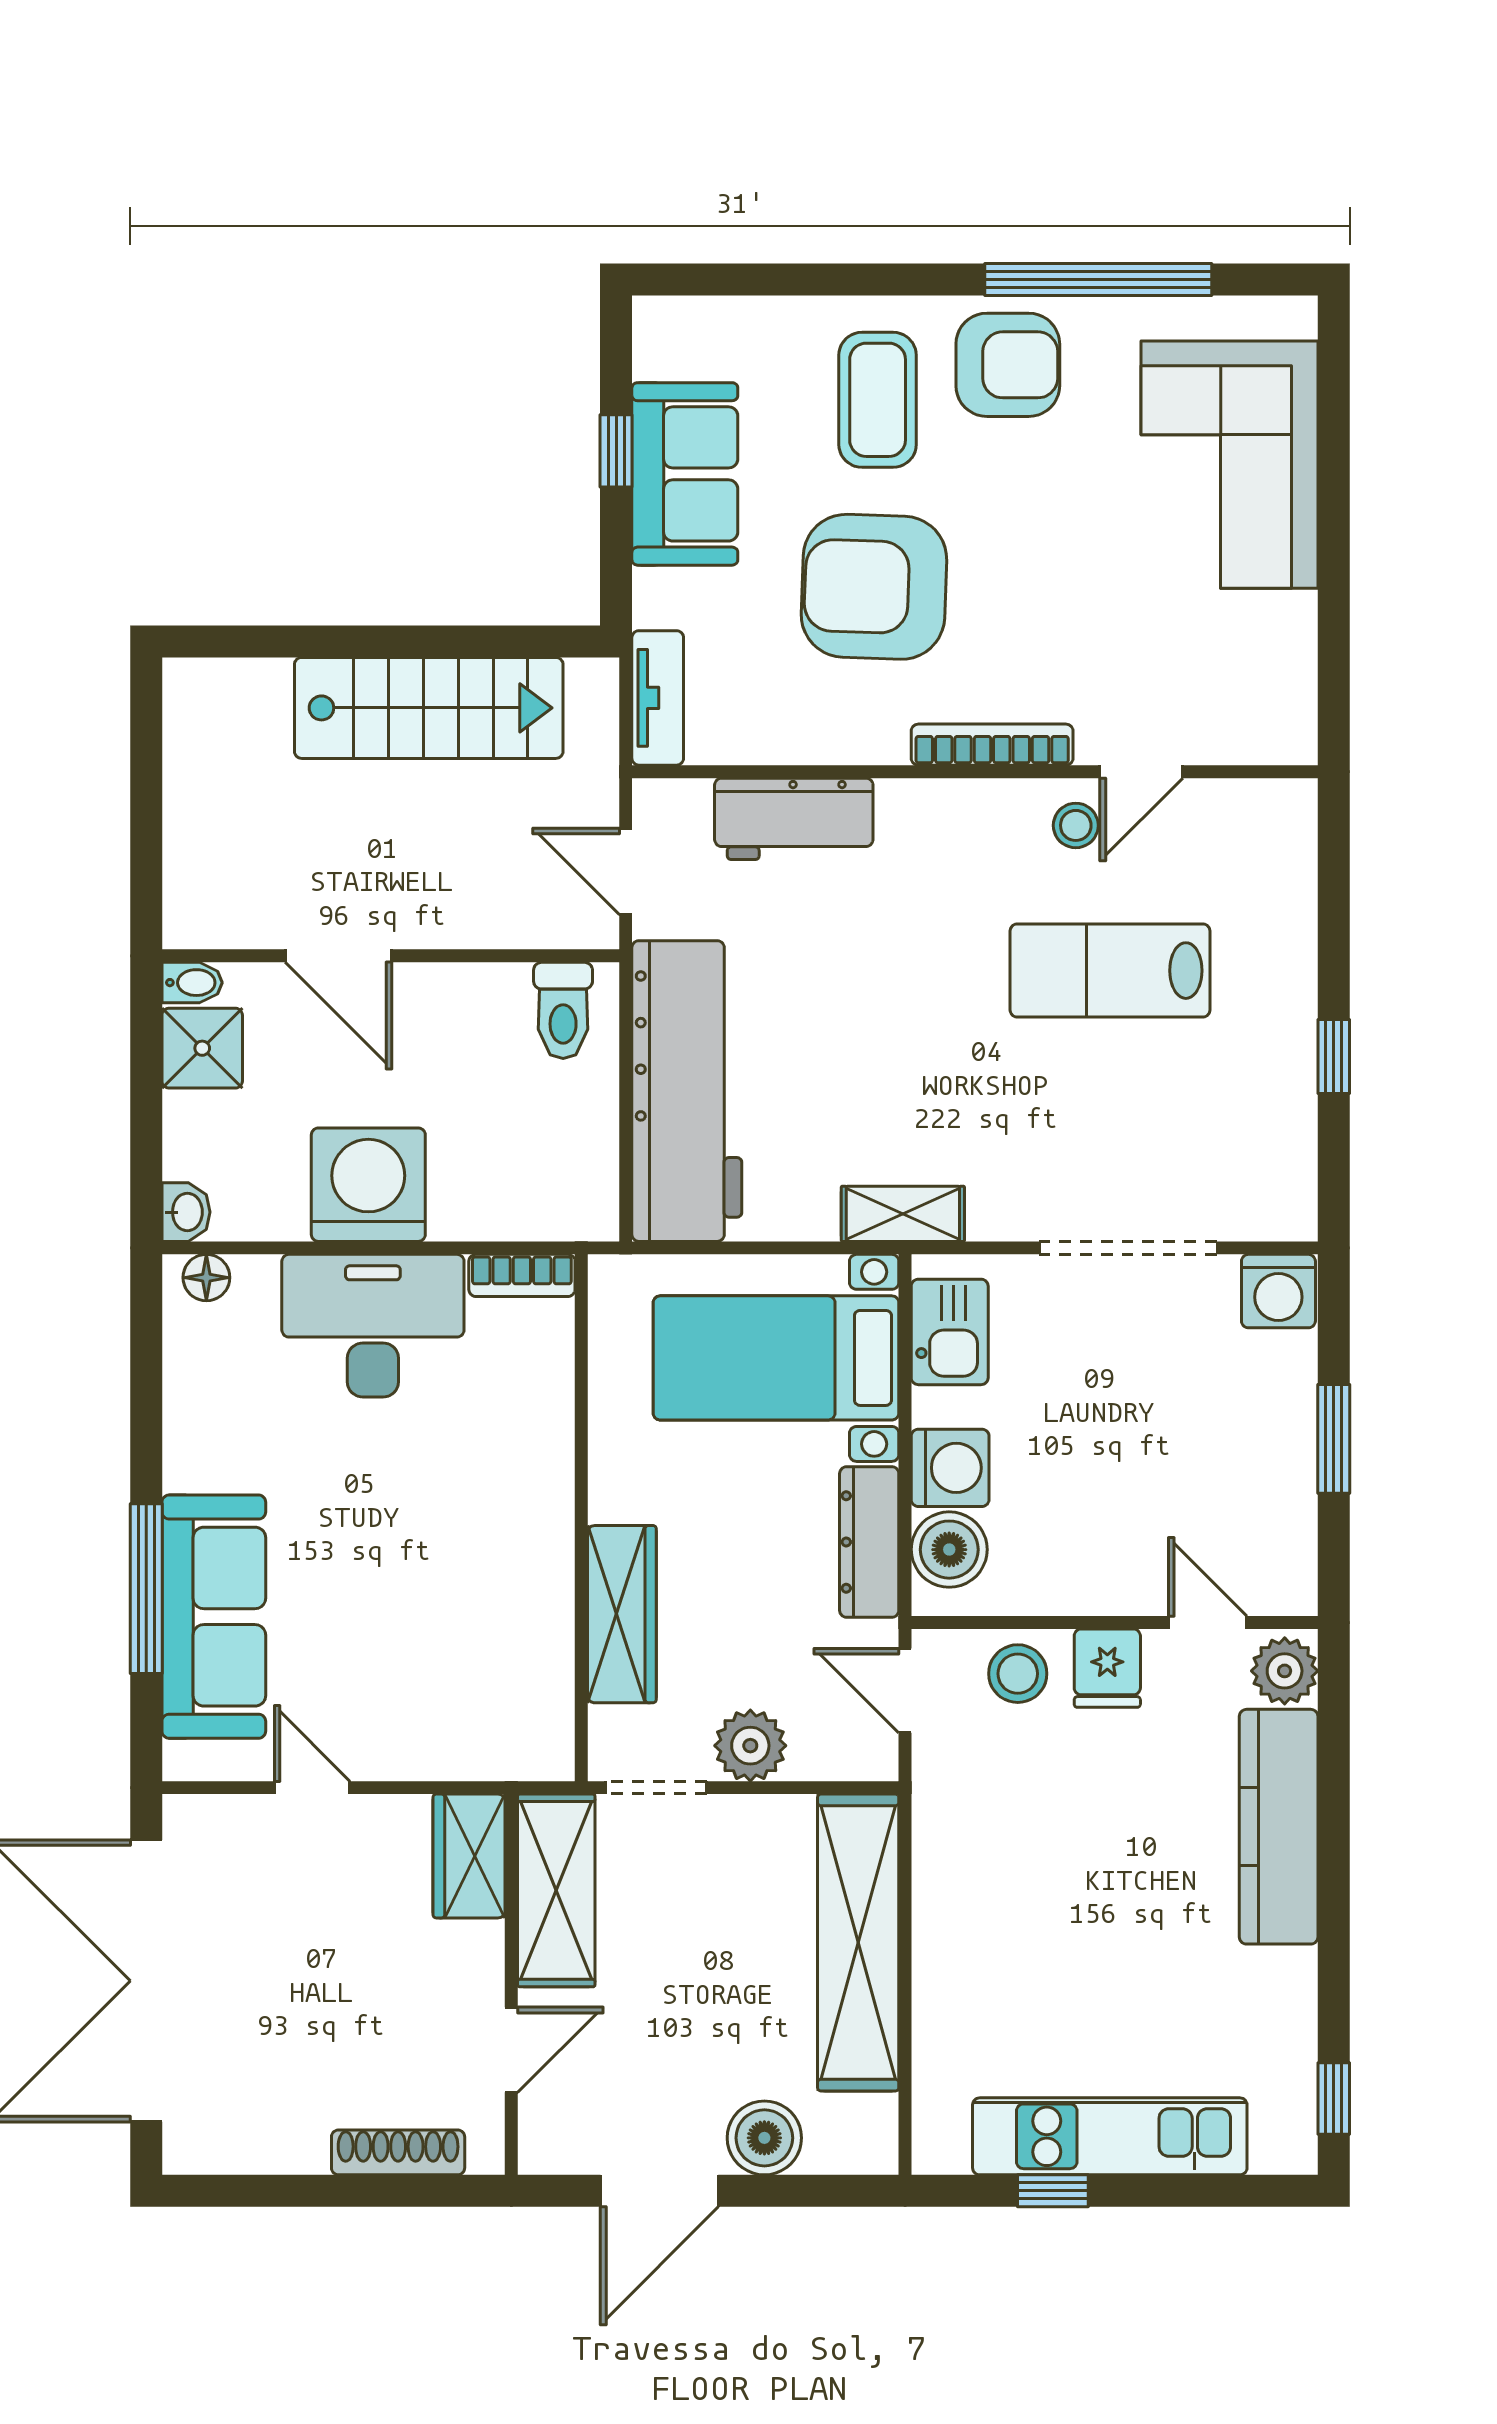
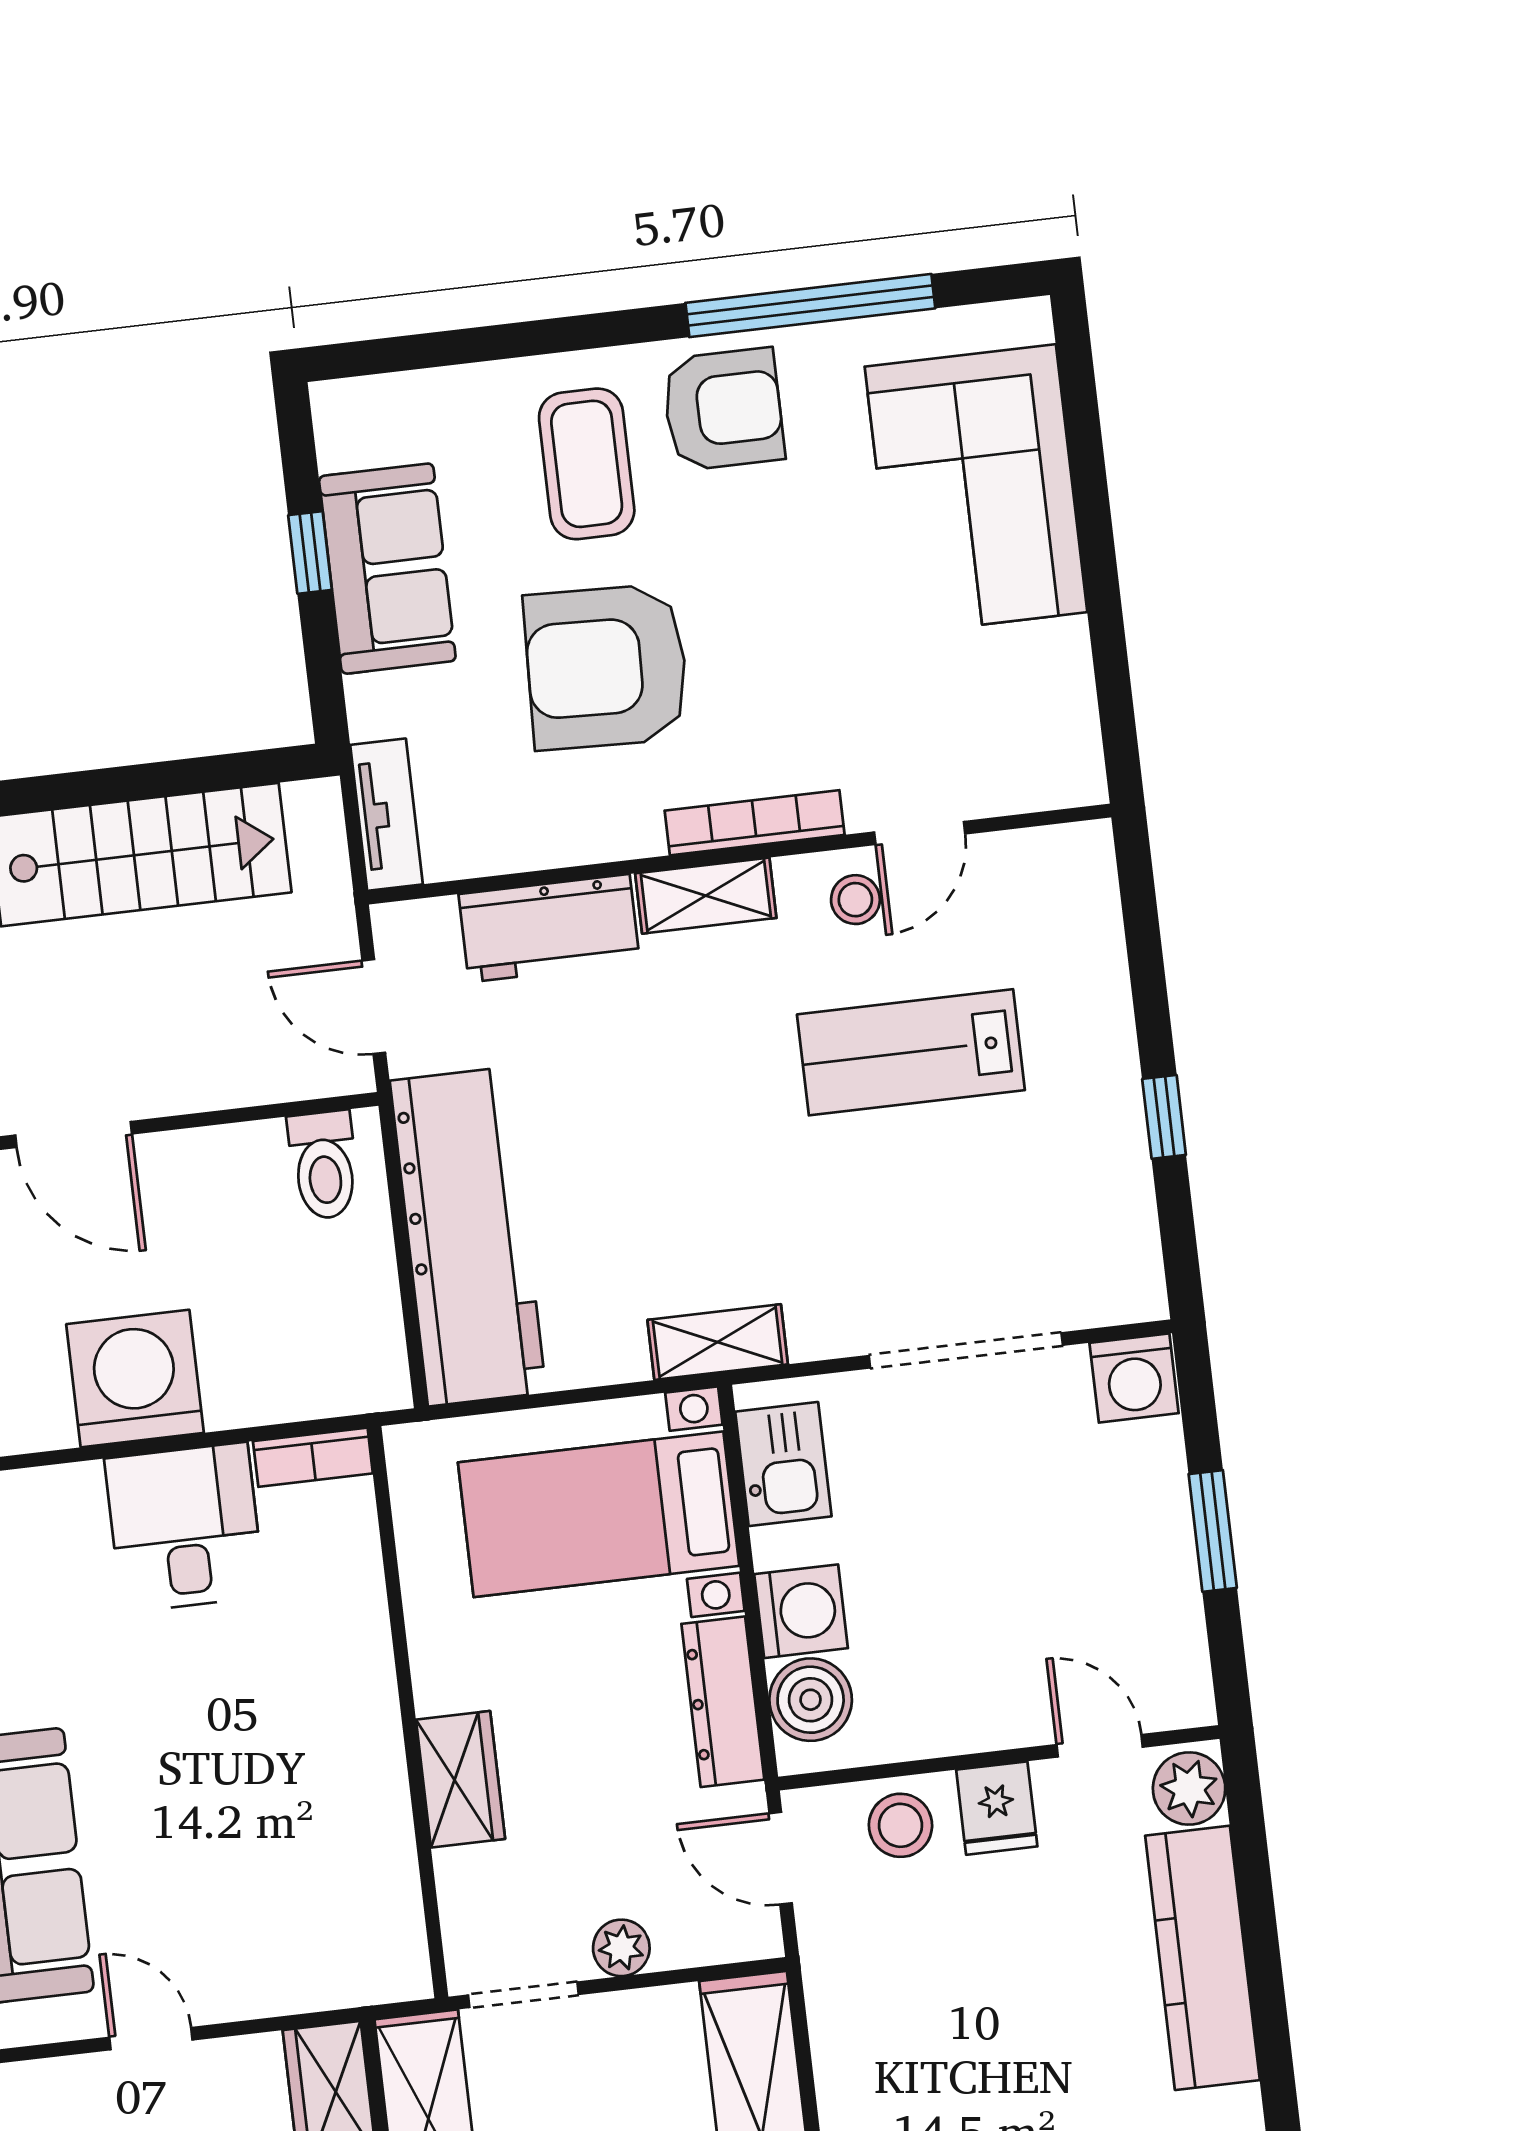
shelving: (940, 806) -> (706, 896), added
desk: (373, 1326) -> (185, 1527), width x0.73
wardrobe: (622, 1614) -> (460, 1779), width x0.67
plant: (750, 1746) -> (621, 1948), width x0.73, depth x0.73

